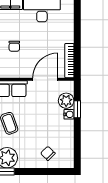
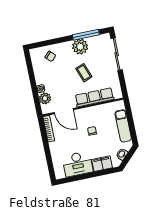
door: (45, 79) -> (64, 111), hinge flipped
window: (77, 109) -> (35, 94), removed

